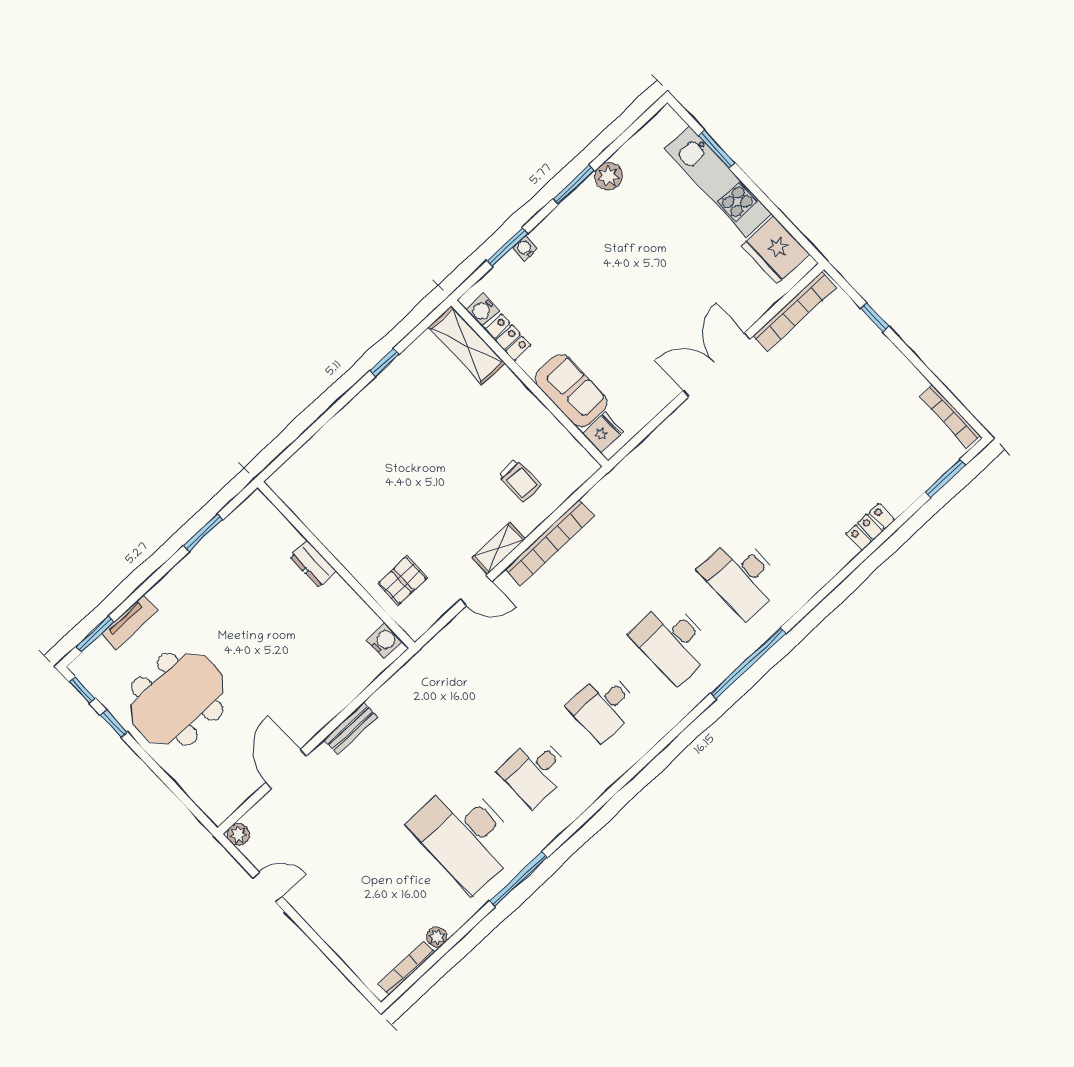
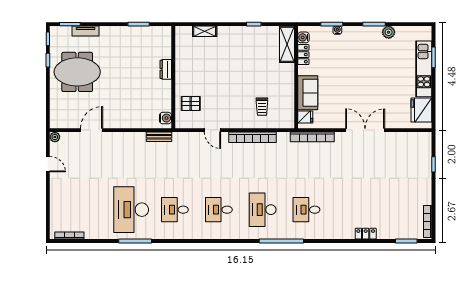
bookcase: (794, 312) -> (312, 137), moved
shelving: (499, 548) -> (205, 31), moved
desk: (742, 577) -> (306, 210), width x0.73
bench: (350, 728) -> (159, 137), moved
plant: (437, 937) -> (89, 235), removed

